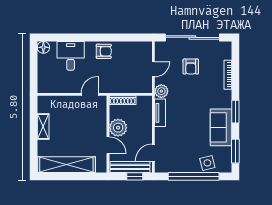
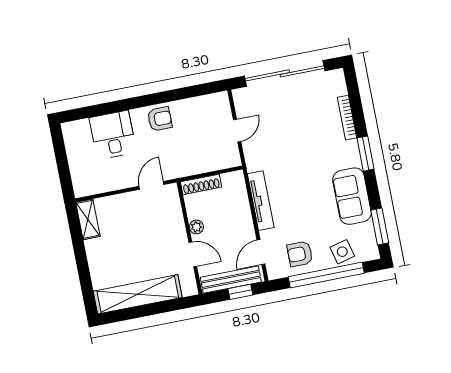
floor lamp: (43, 47) -> (71, 130), removed
armchair: (191, 67) -> (300, 254), moved, turned 90
plant: (161, 91) -> (255, 160), removed
window: (235, 112) -> (366, 154), moved
tv unit: (160, 113) -> (261, 201), width x1.41
shelving: (43, 126) -> (88, 219), moved
plant: (118, 128) -> (196, 227), width x0.53, depth x0.53

